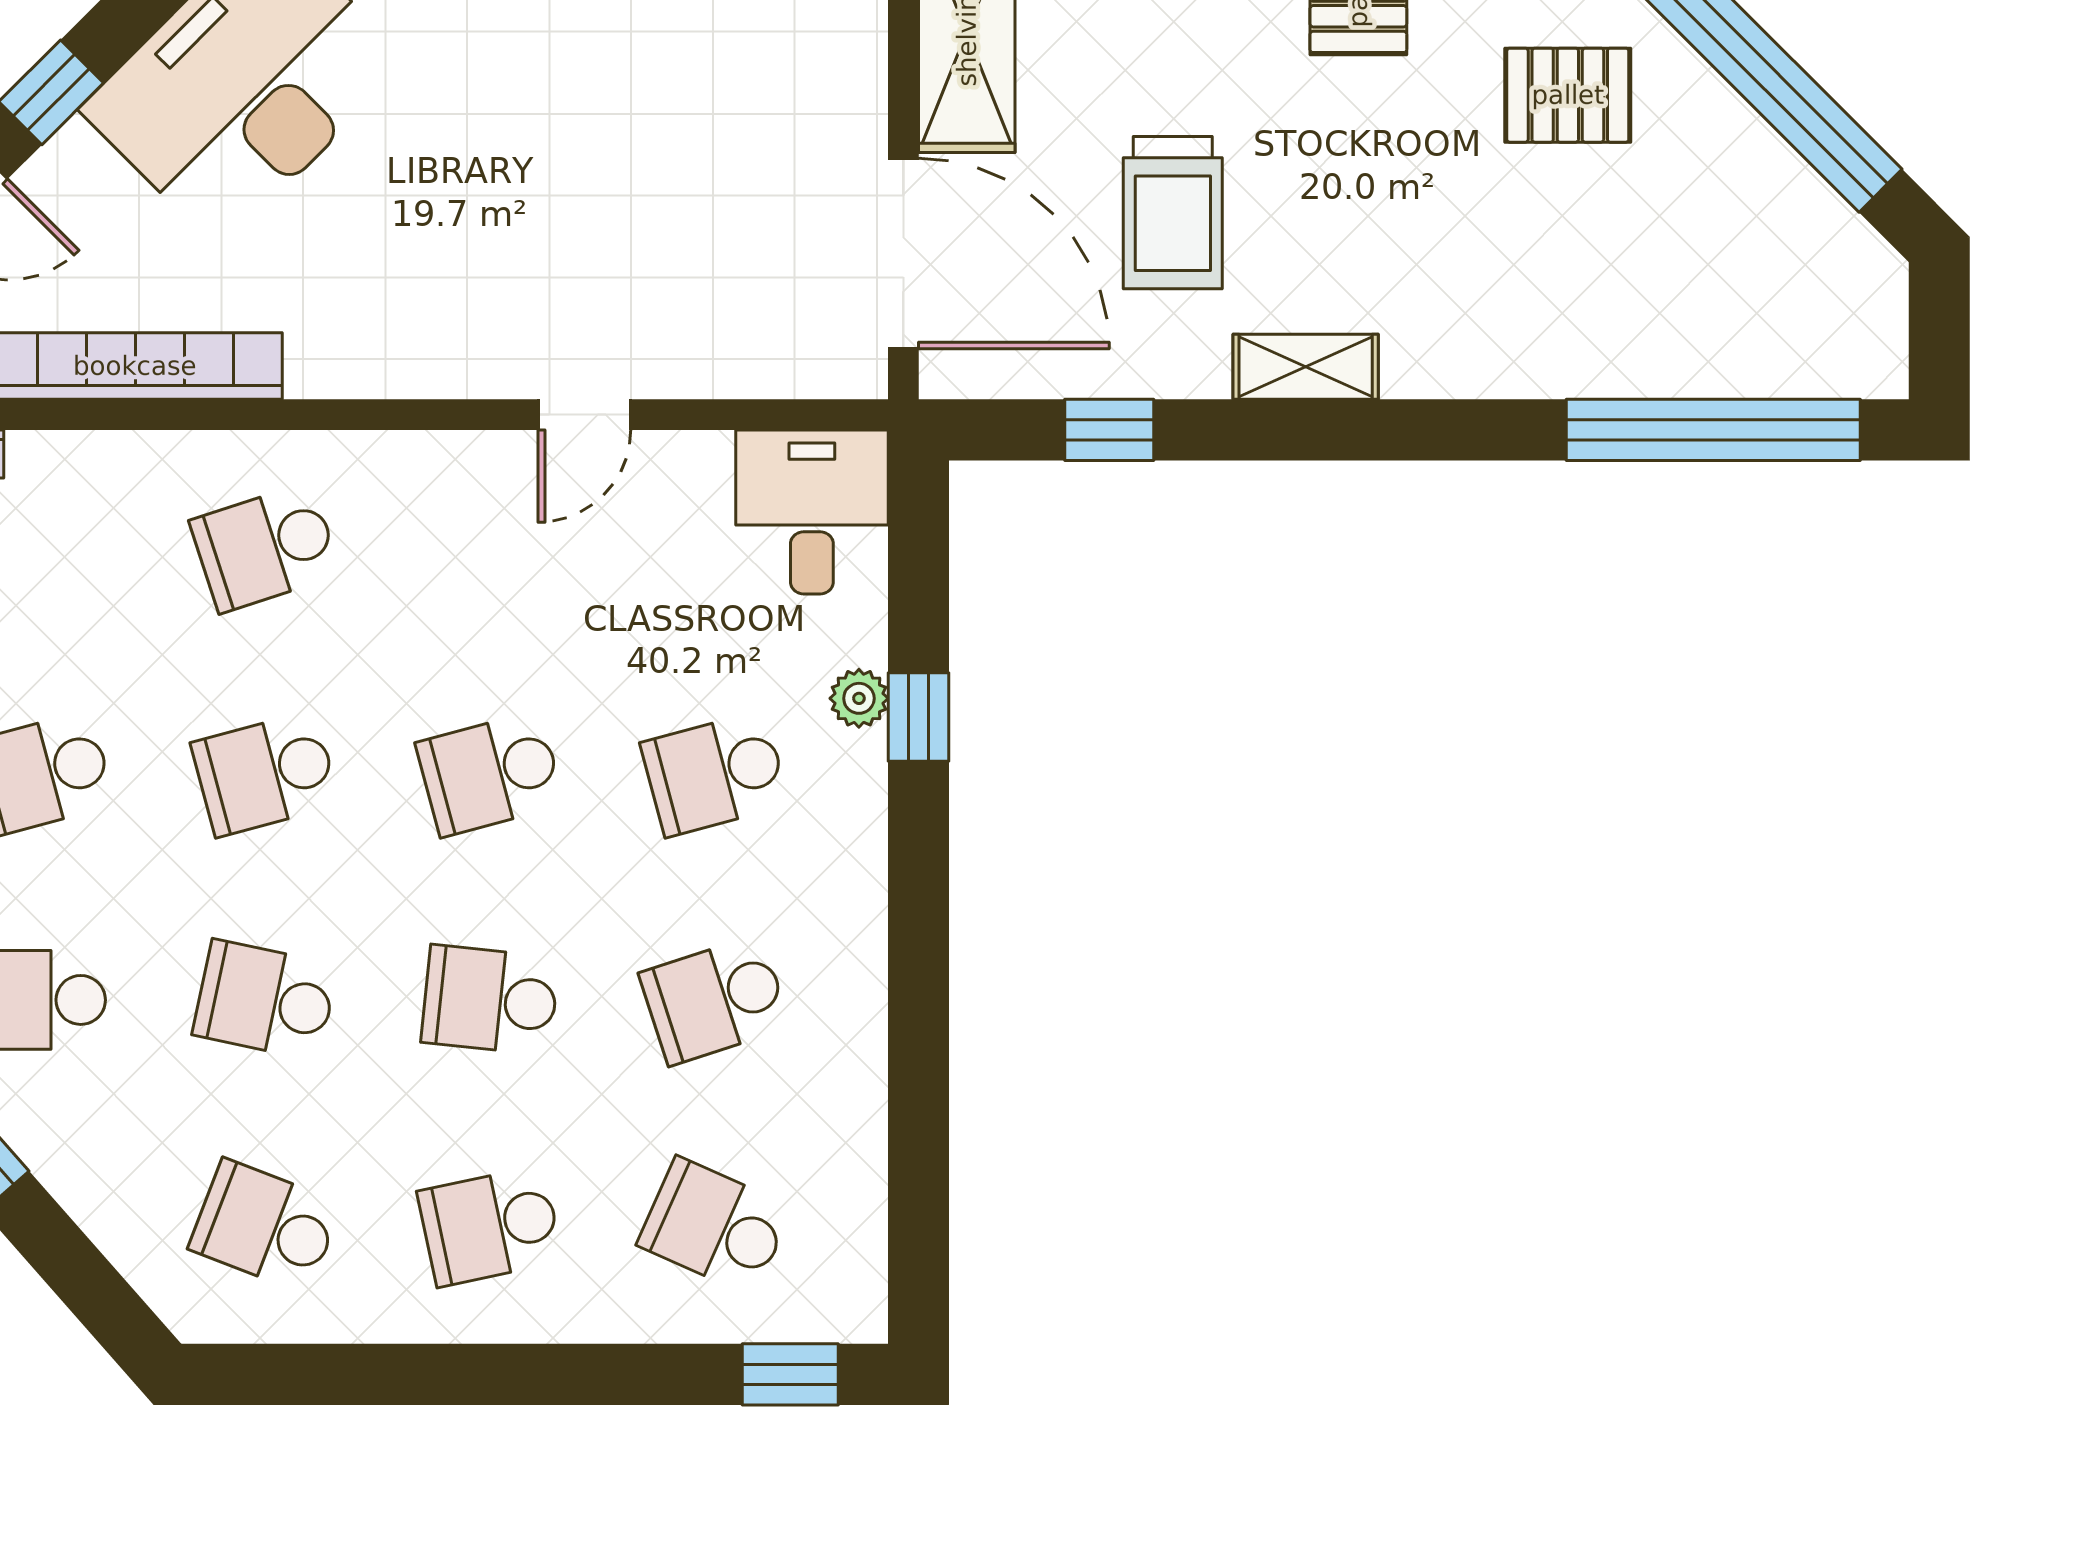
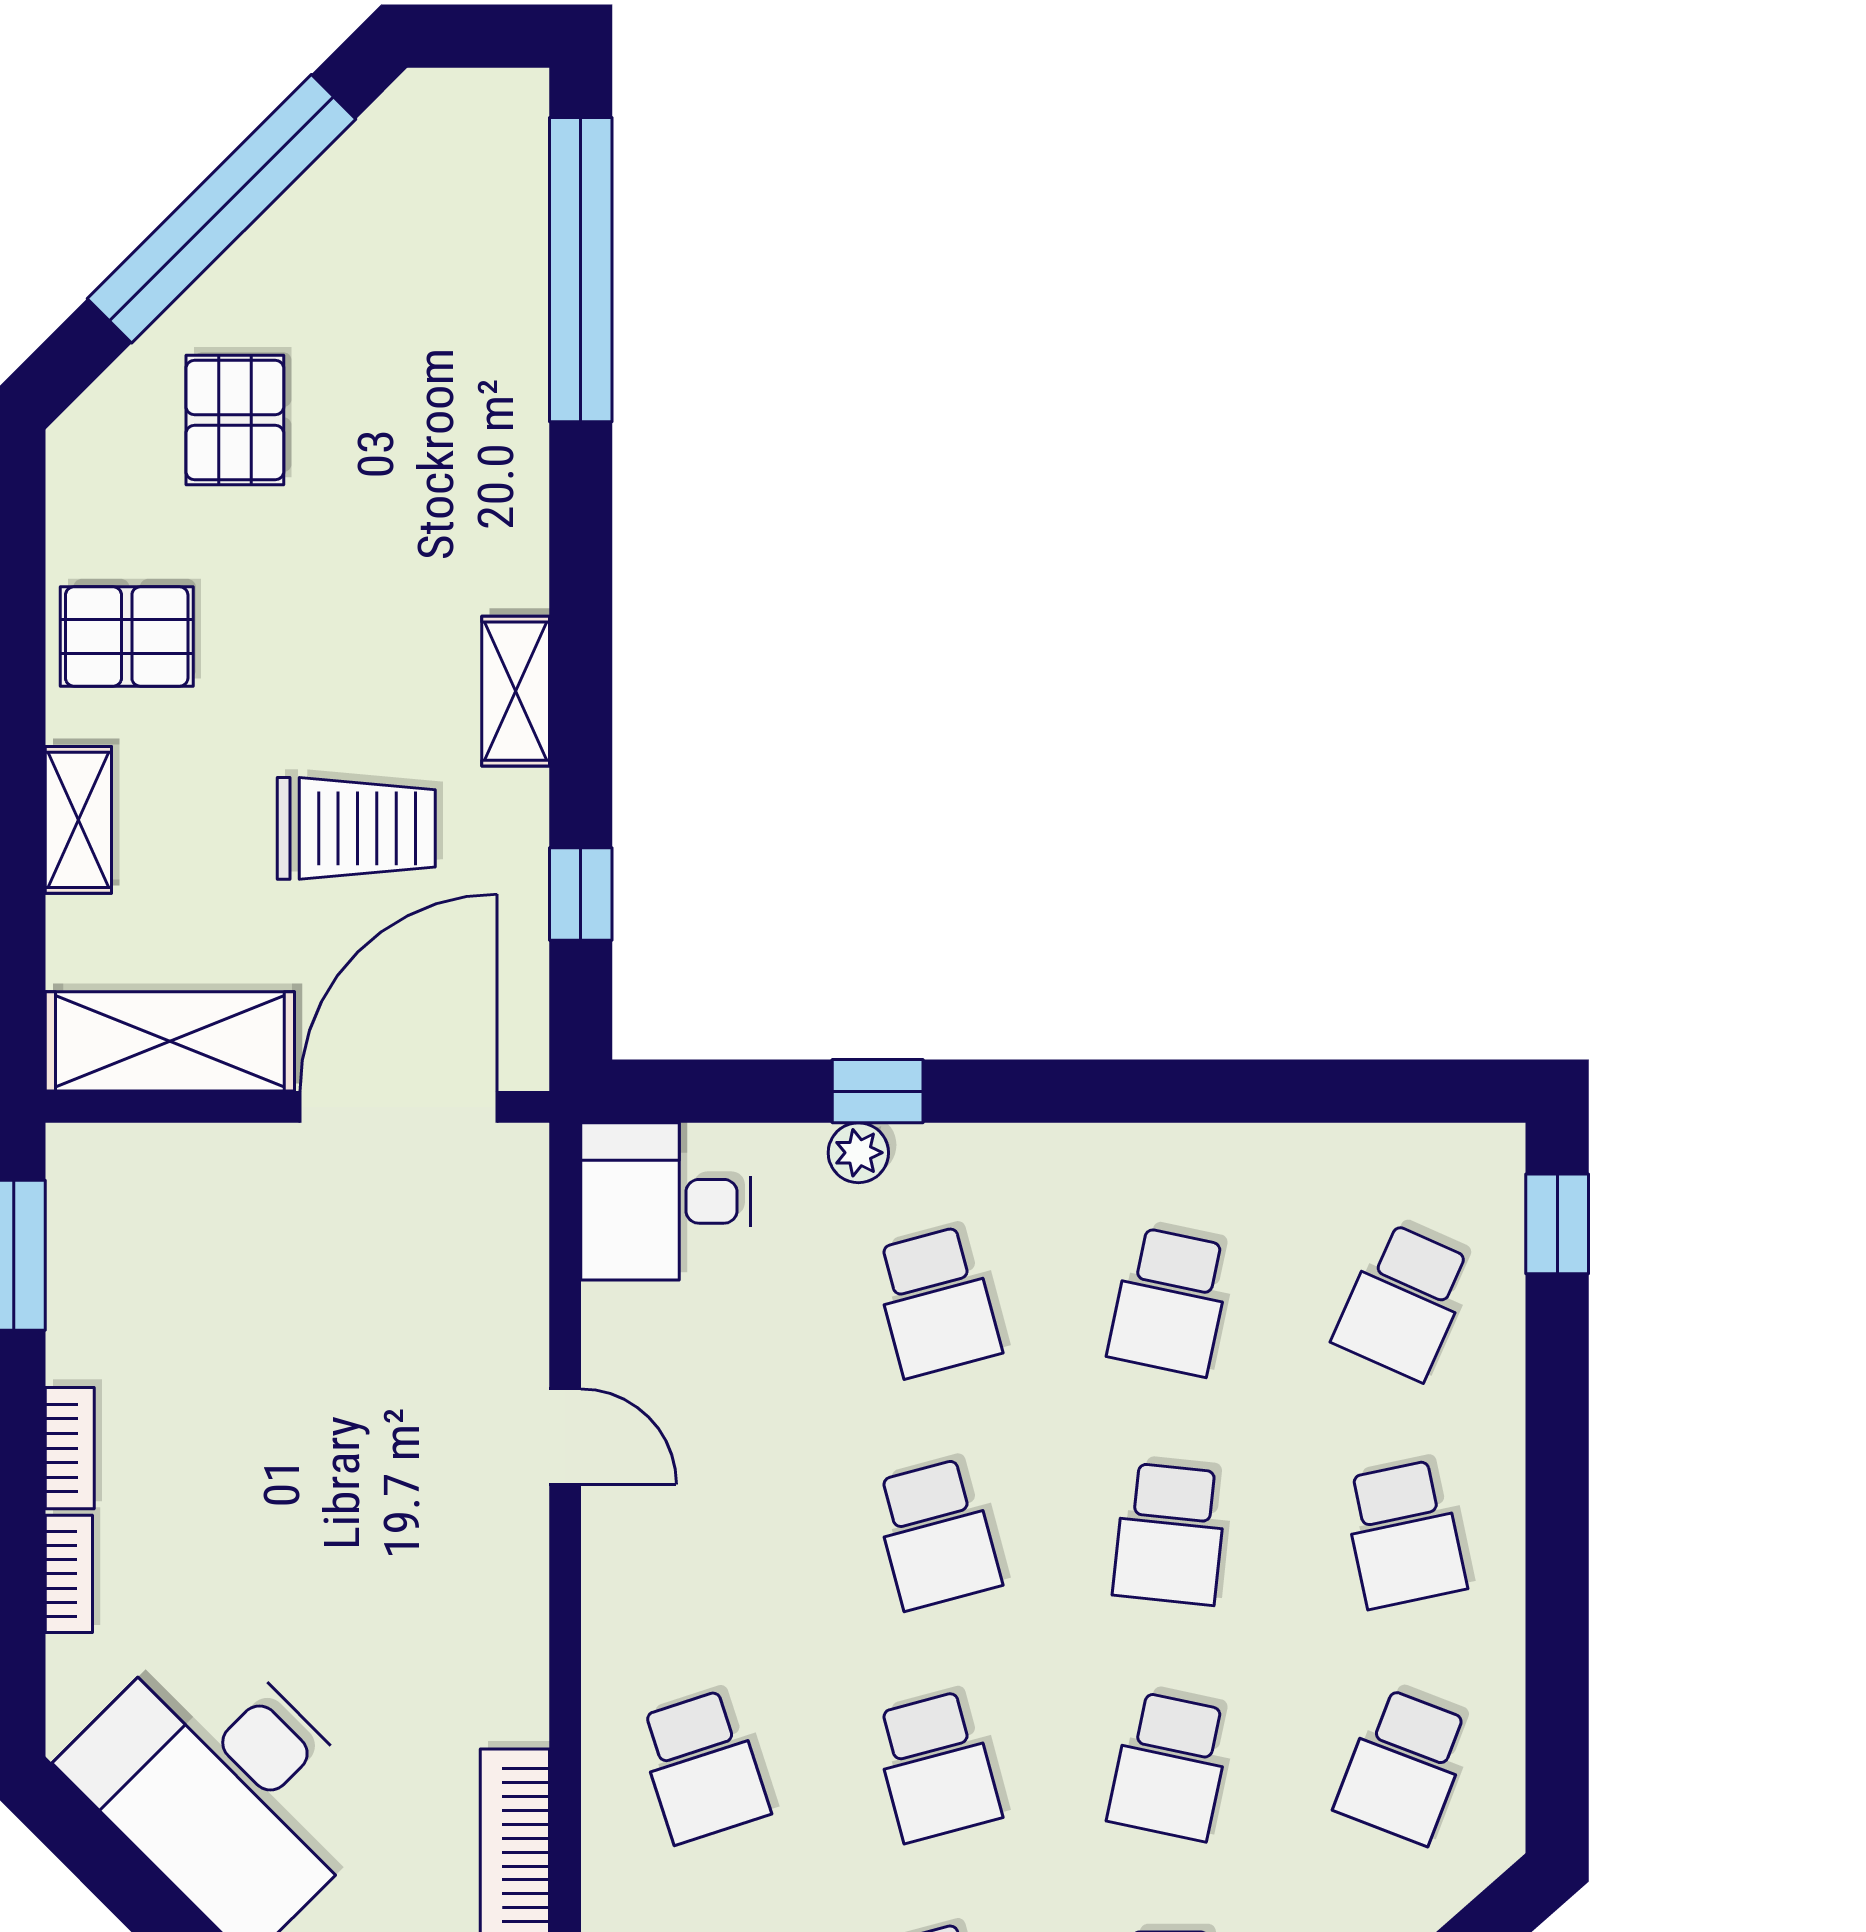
school desk: (715, 1000) -> (1170, 1302), turned 30

